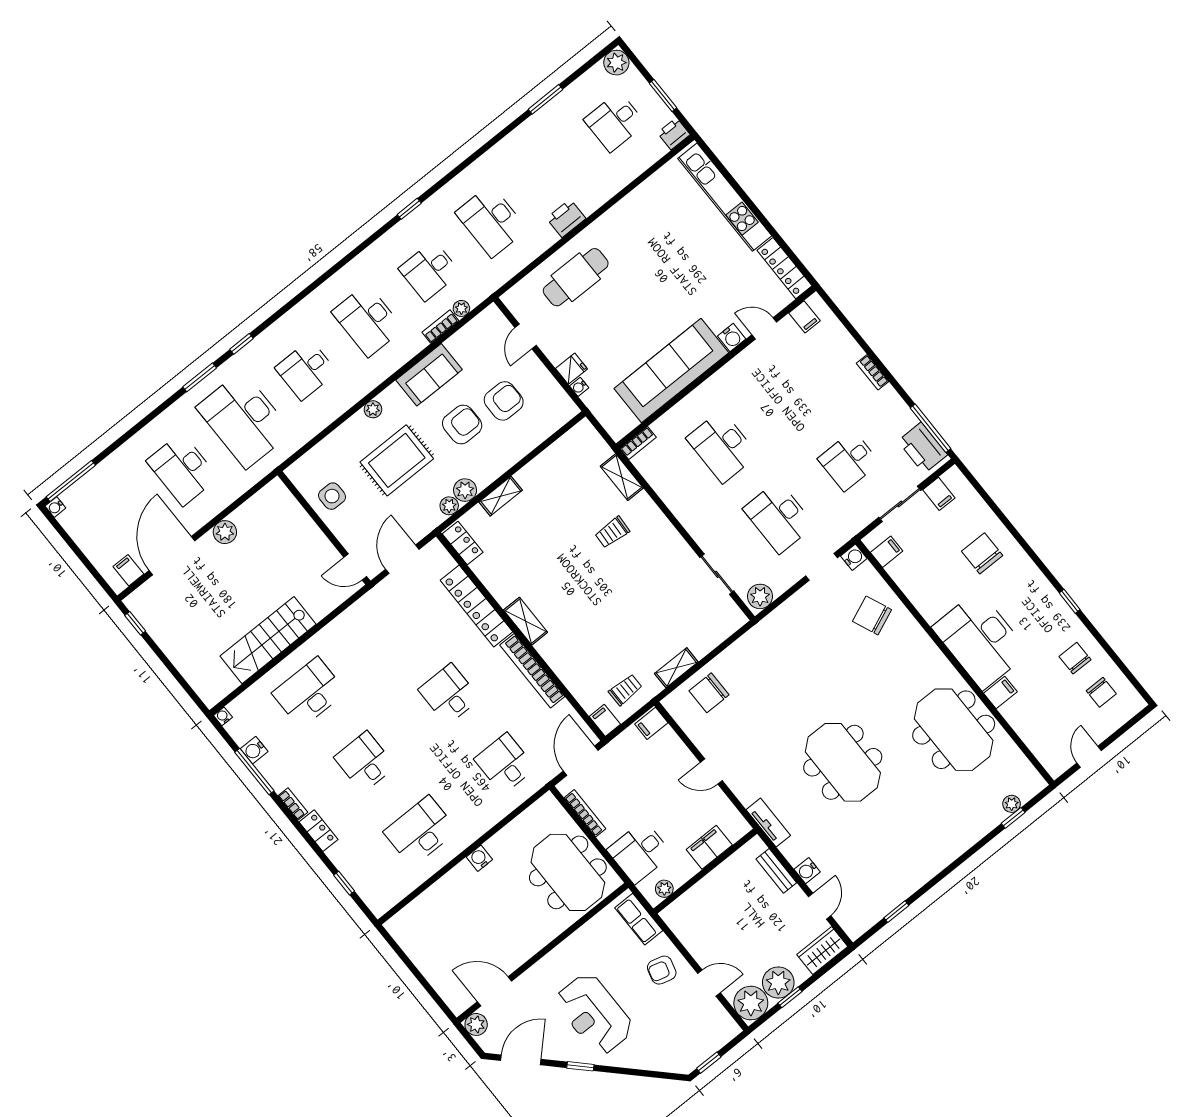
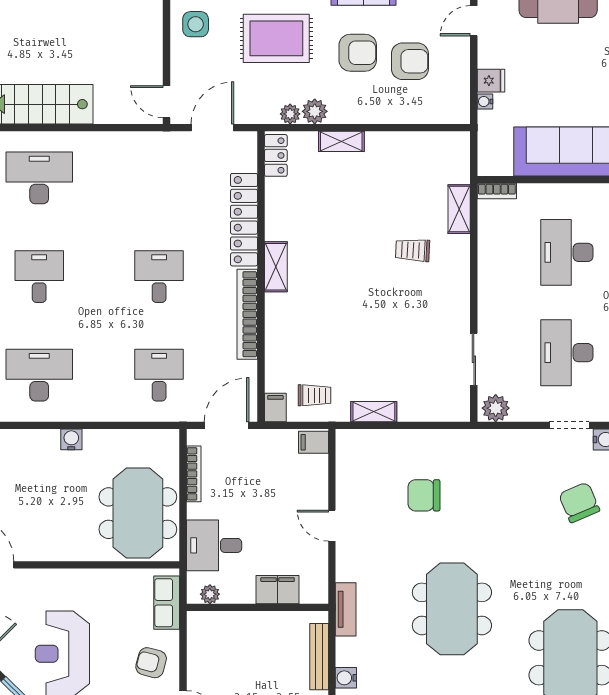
chair: (709, 693) -> (424, 495), moved
bench: (776, 871) -> (319, 657), width x1.36

